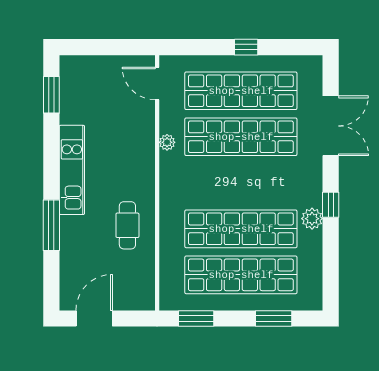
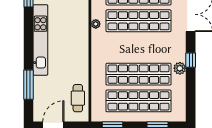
kitchen unit: (72, 170) -> (40, 40), width x1.36
window: (51, 225) -> (28, 85), moved
cafe table: (127, 225) -> (78, 98), moved

